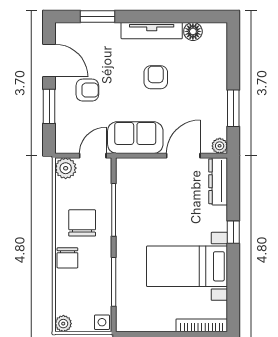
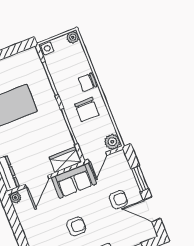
armchair: (156, 77) -> (76, 226), turned -90
armchair: (87, 90) -> (118, 200), turned 180
window: (233, 108) -> (16, 226), removed
wardrobe: (136, 169) -> (65, 160), added
chair: (67, 258) -> (87, 82), turned -90

